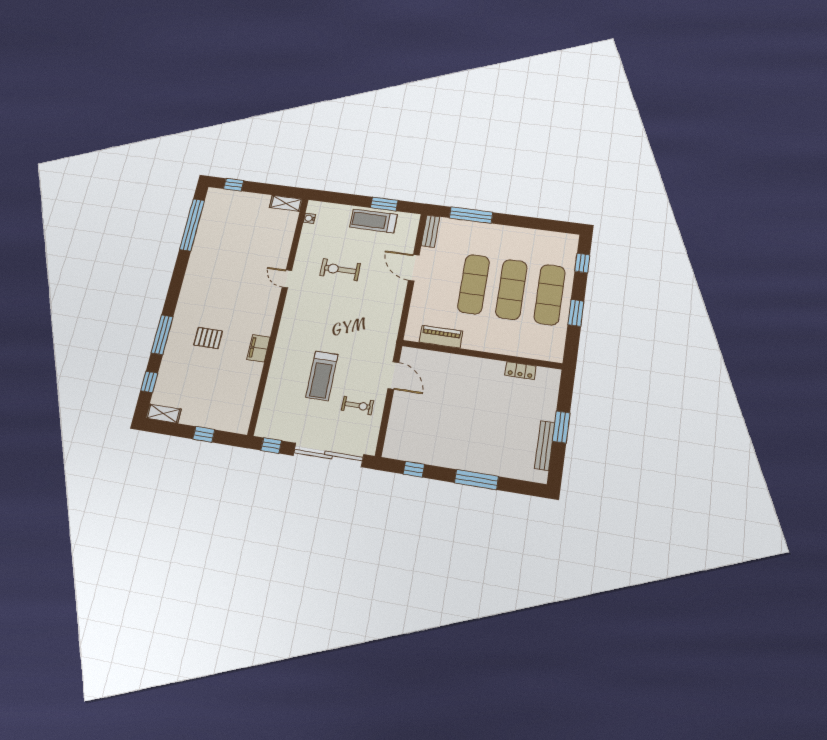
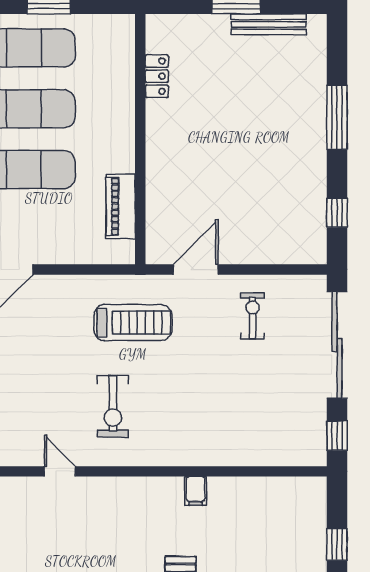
exercise bike: (340, 270) -> (113, 406), moved
door: (287, 279) -> (60, 471), swing flipped
filing cabinet: (259, 348) -> (196, 491), width x0.50
treadmill: (322, 376) -> (133, 323), moved

